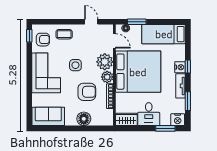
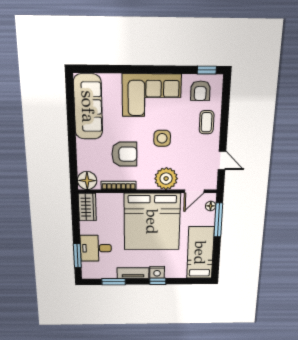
door: (91, 22) -> (222, 160), hinge flipped
window: (137, 22) -> (218, 220), width x1.44
plant: (107, 77) -> (145, 182), removed
armchair: (87, 92) -> (124, 154), turned -90
desk: (149, 114) -> (96, 248), moved
sofa: (48, 116) -> (88, 107), width x1.36
floor lamp: (84, 119) -> (87, 181), moved
nightstand: (178, 120) -> (89, 270), removed

